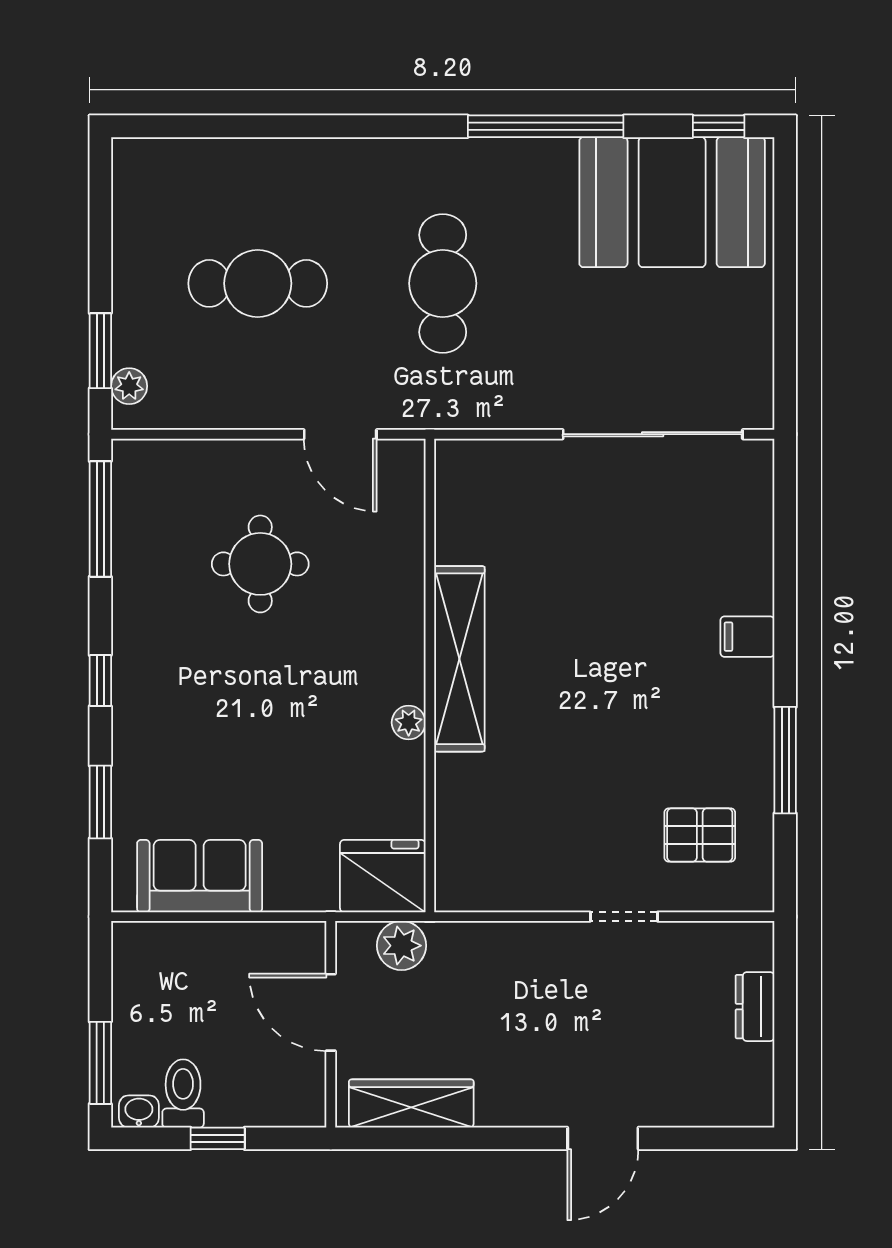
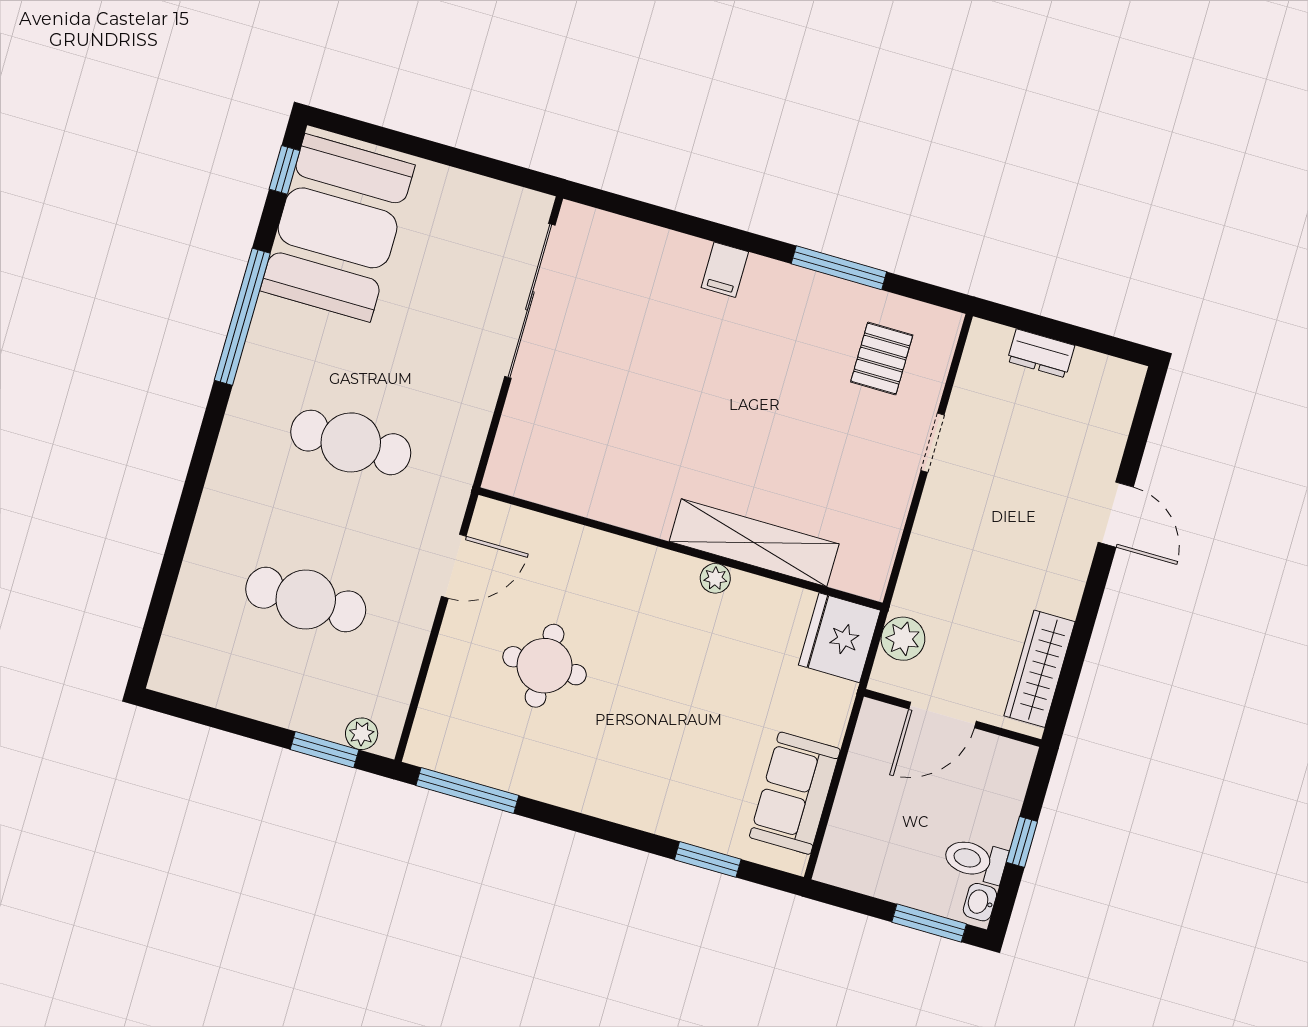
cafe table: (258, 283) -> (306, 600), turned 90
shelving: (459, 659) -> (754, 543), moved
window: (100, 681) -> (605, 830), removed

